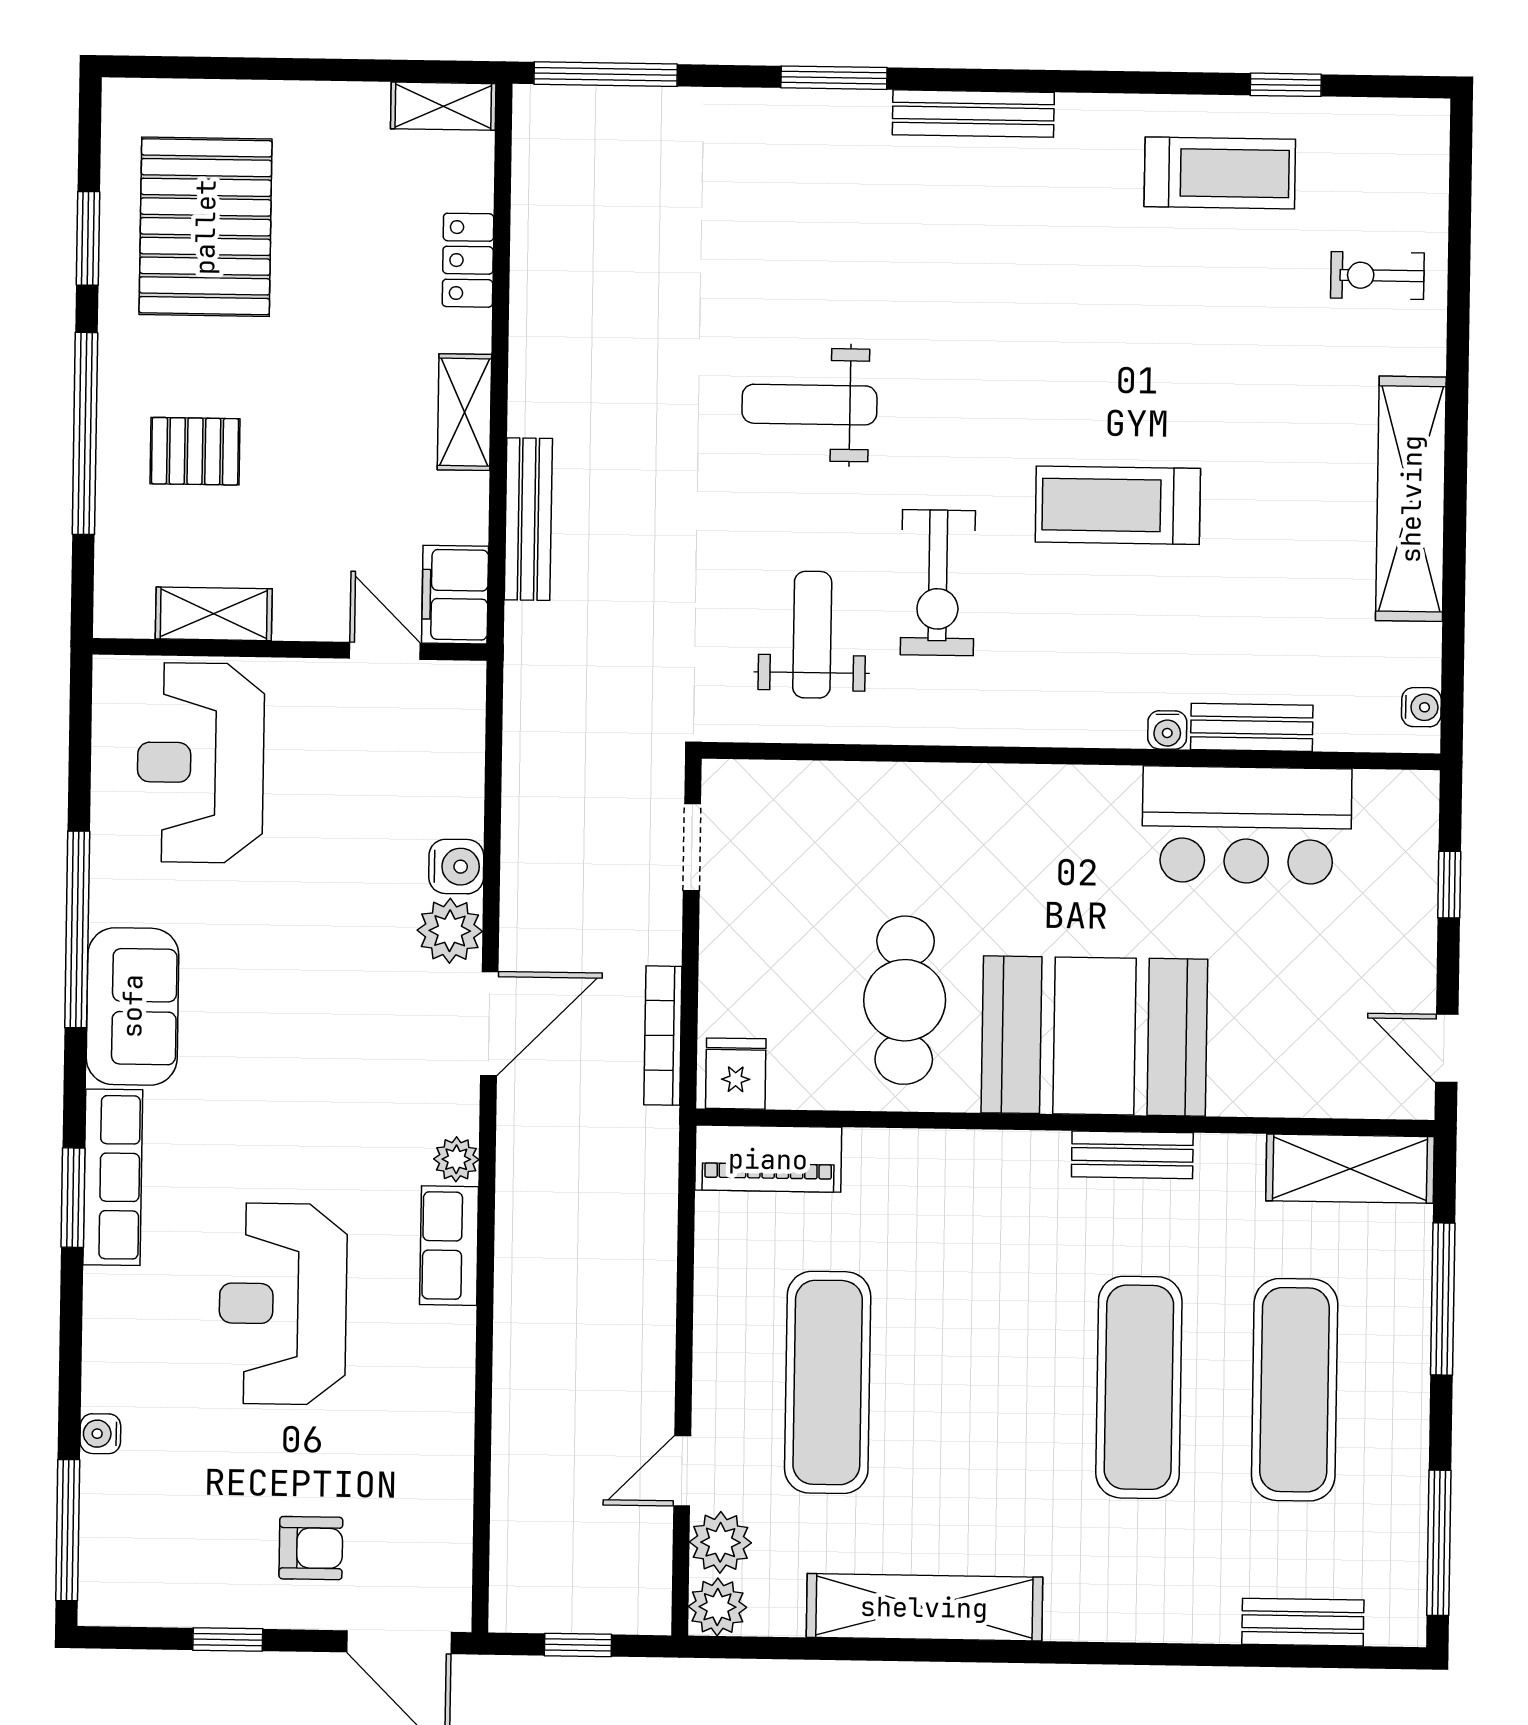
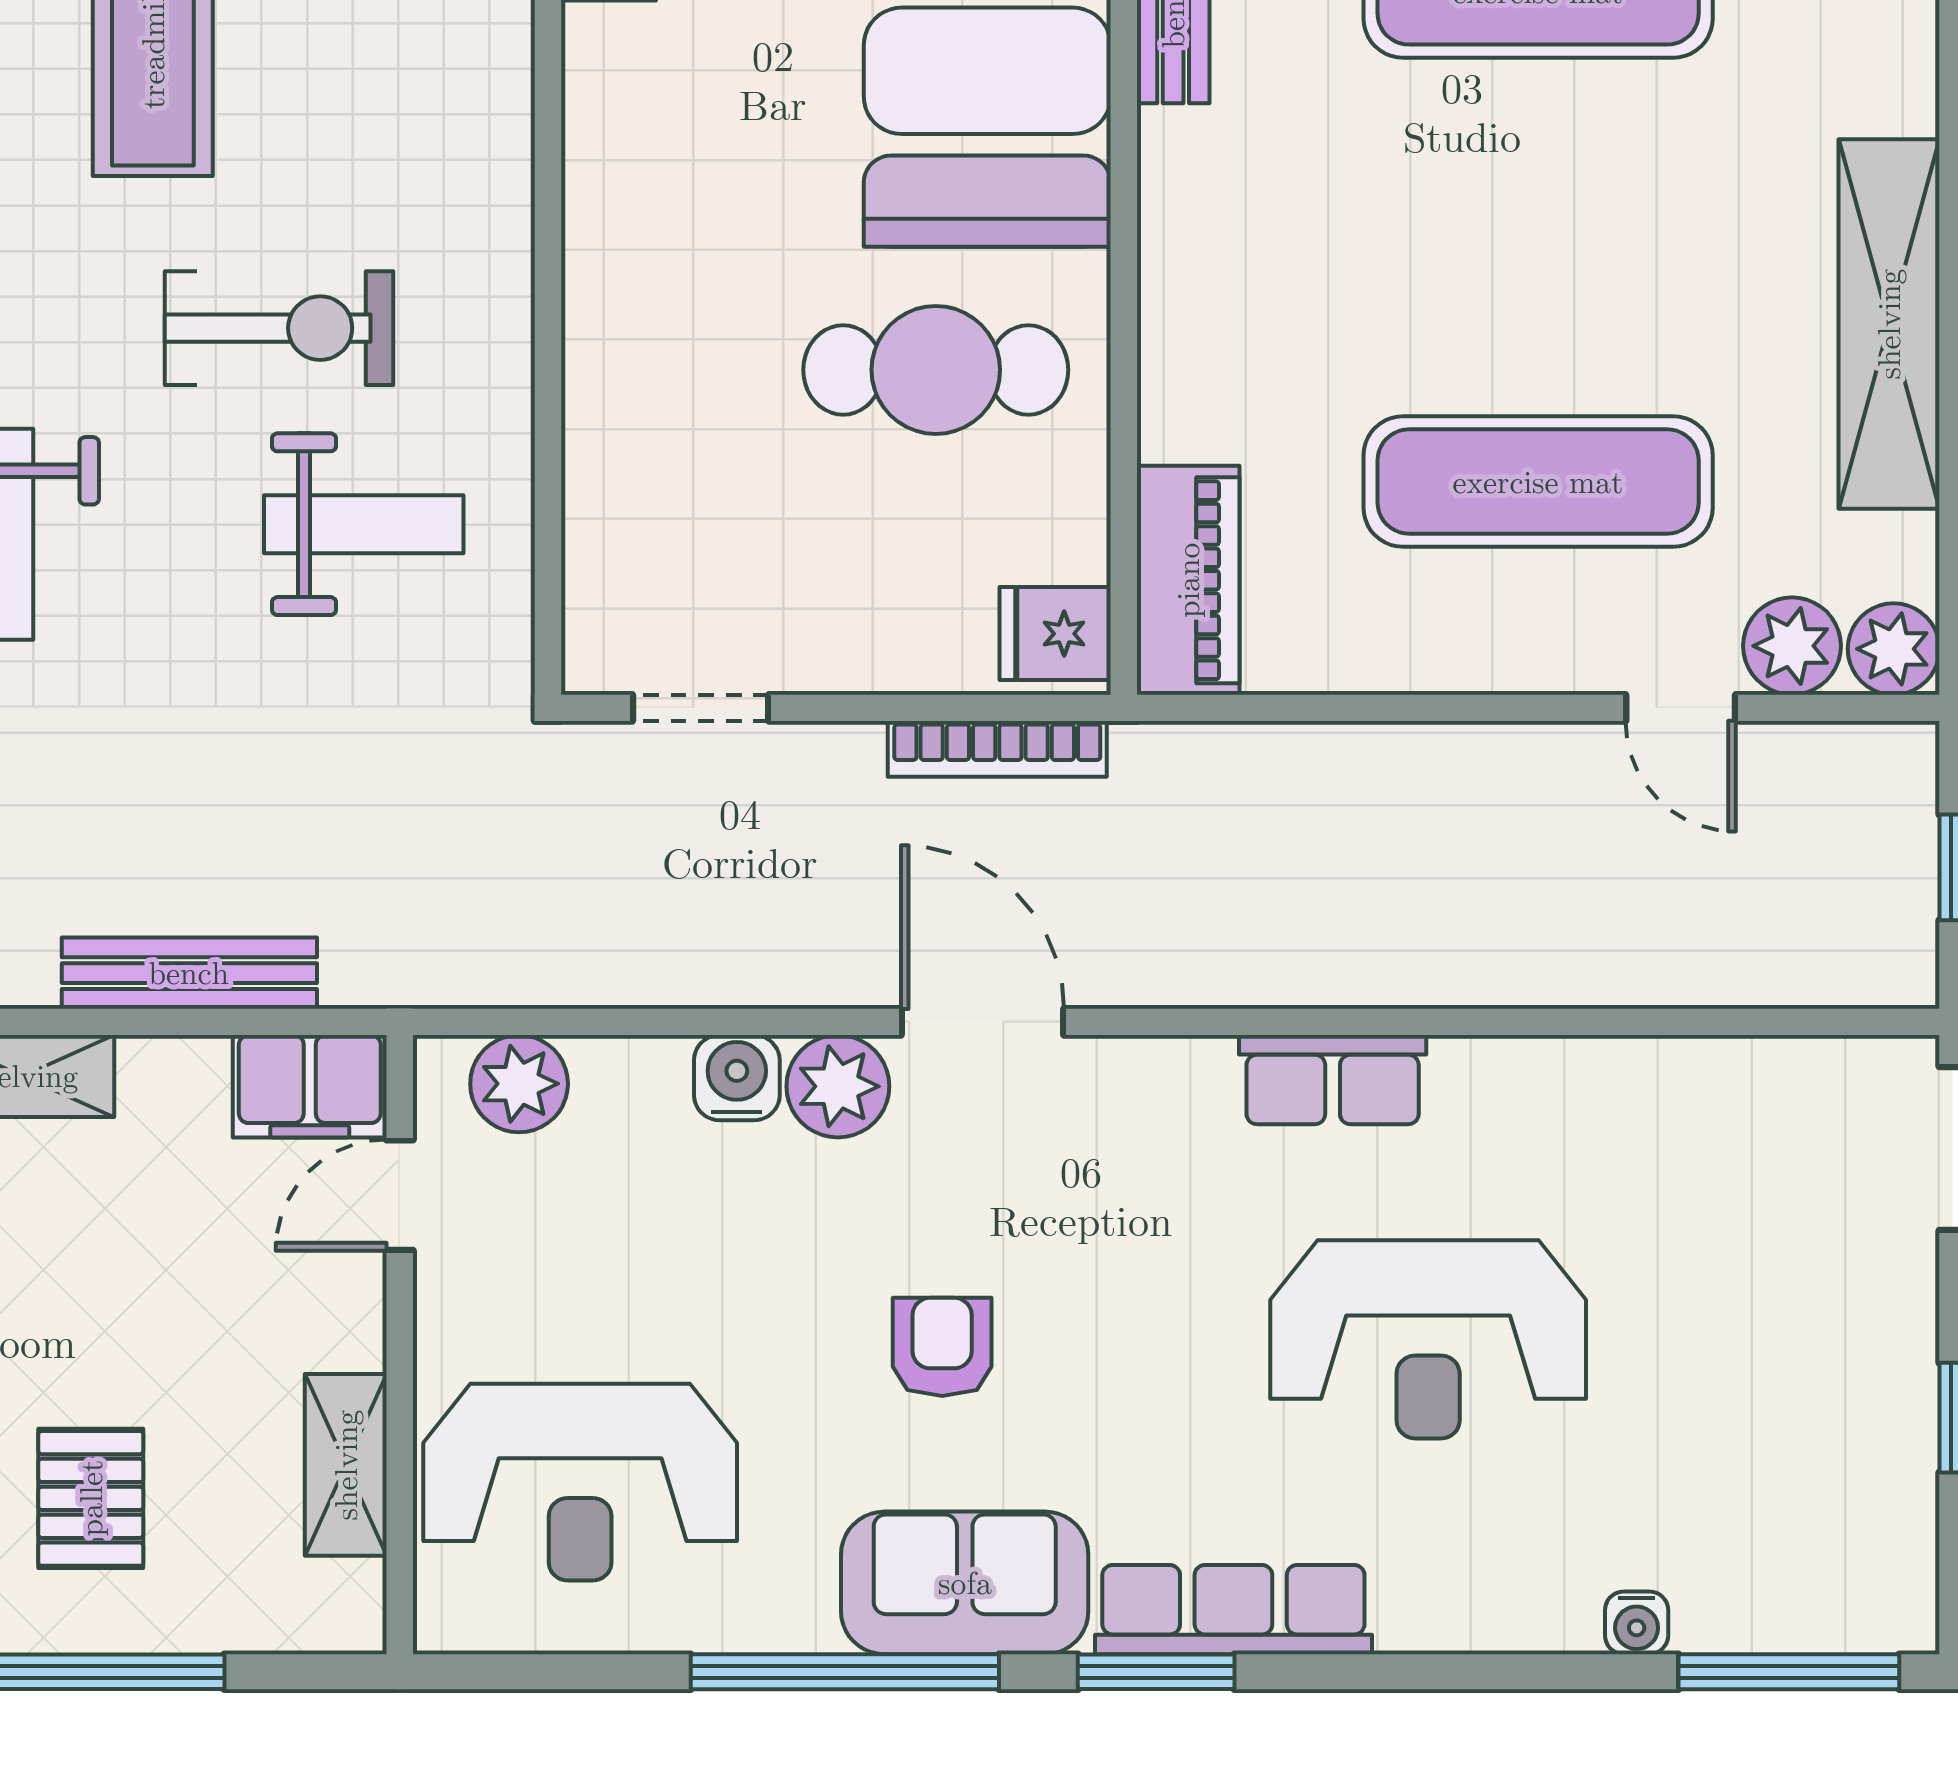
weight bench: (812, 635) -> (364, 524), turned 180
plant: (456, 1159) -> (519, 1084), moved, width x1.38, depth x1.38
window: (73, 1198) -> (1156, 1672), moved
armchair: (311, 1548) -> (942, 1347), moved

